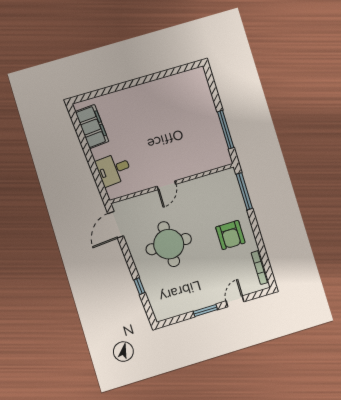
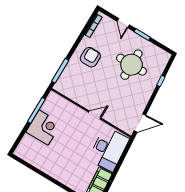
corner desk: (201, 121) -> (44, 128), added
desk: (114, 169) -> (109, 149), width x1.87, depth x1.30
round table: (169, 244) -> (131, 65), moved
door: (235, 301) -> (123, 23), hinge flipped

